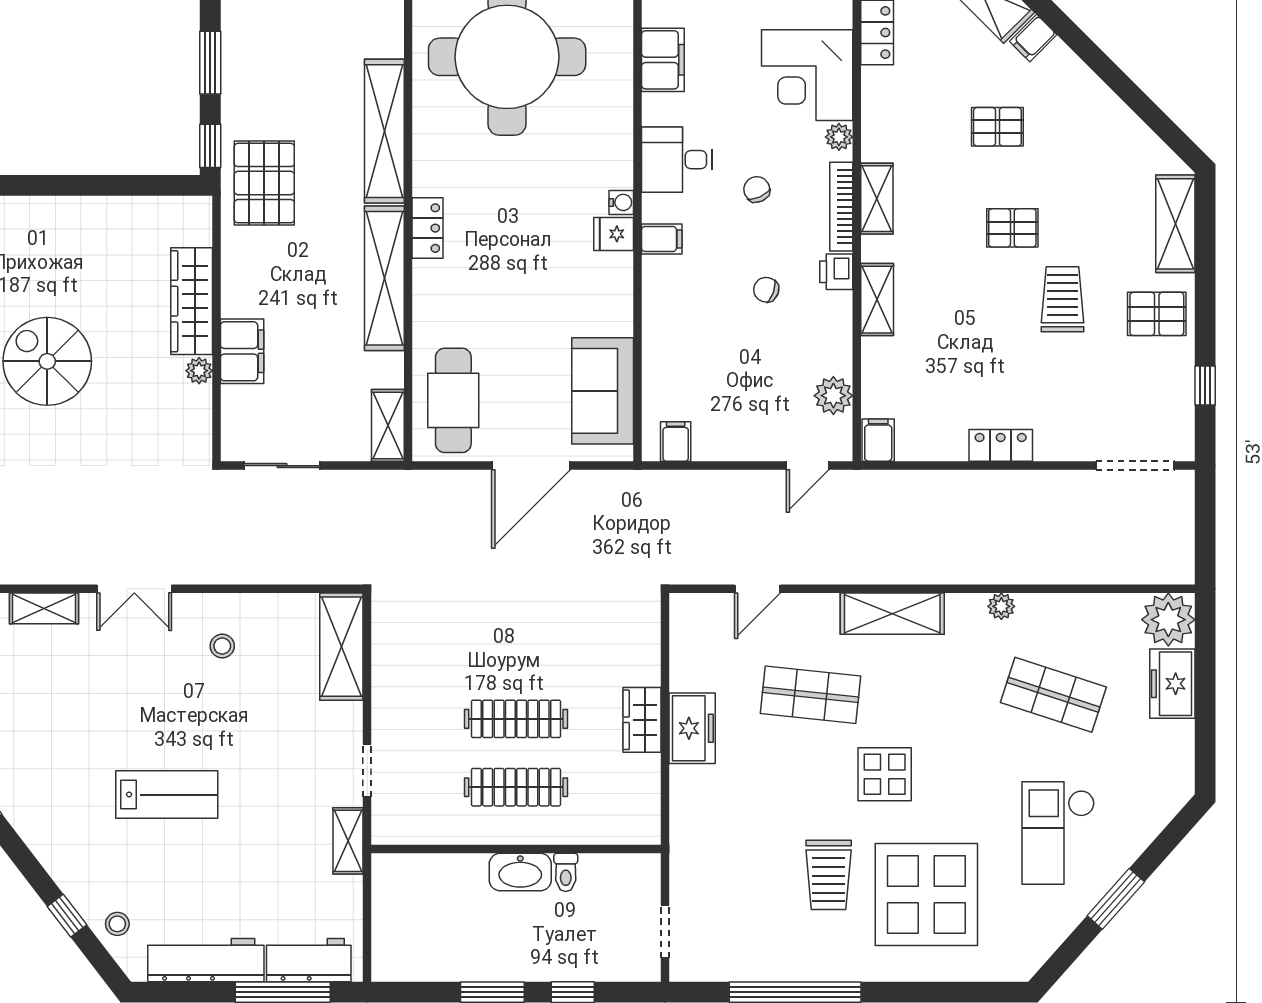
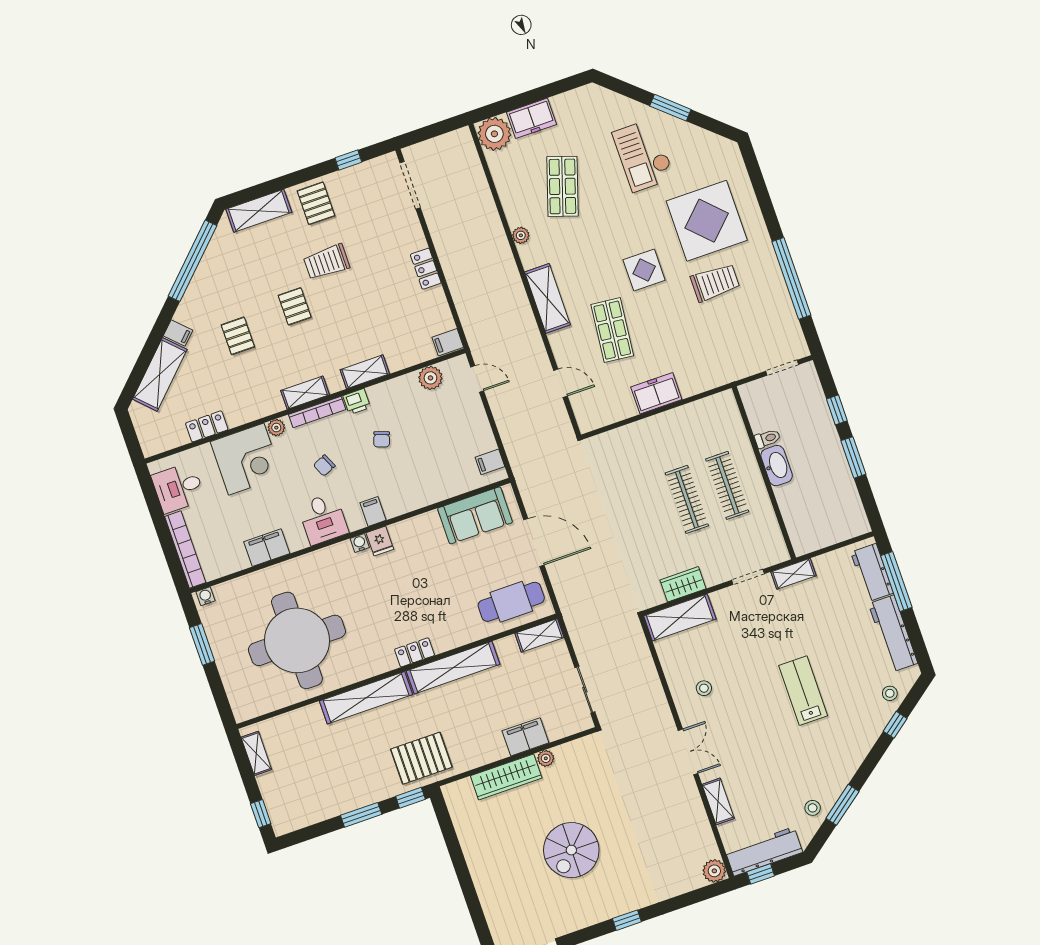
window: (1134, 98) -> (193, 261), added
wardrobe: (642, 720) -> (683, 584), moved, turned 180
checkout: (1058, 833) -> (643, 155), turned 90

